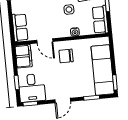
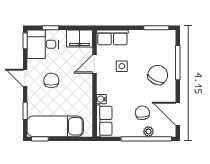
side table: (69, 10) -> (122, 66), moved
row of seats: (100, 20) -> (104, 121), moved, turned 90
chair: (66, 56) -> (51, 80), moved

